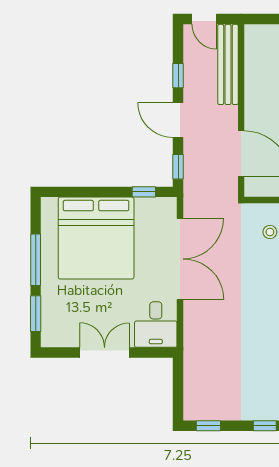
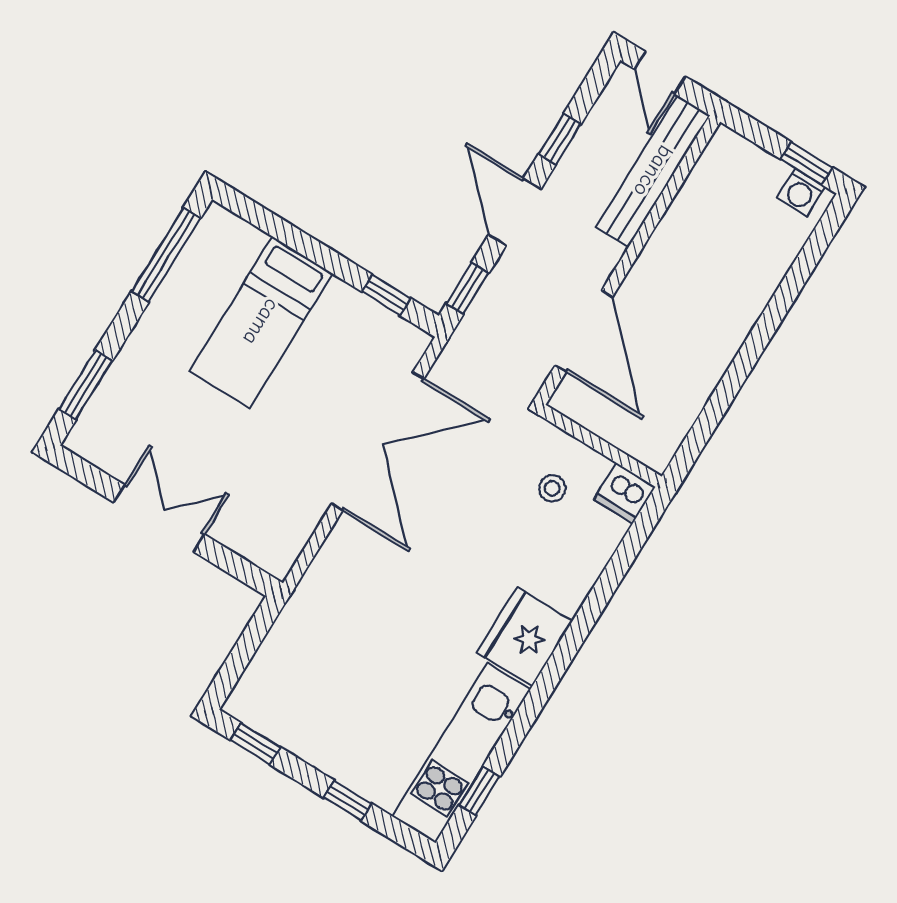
bed: (96, 238) -> (261, 322), width x0.49
window: (36, 260) -> (166, 255), moved
desk: (156, 325) -> (271, 524), removed

